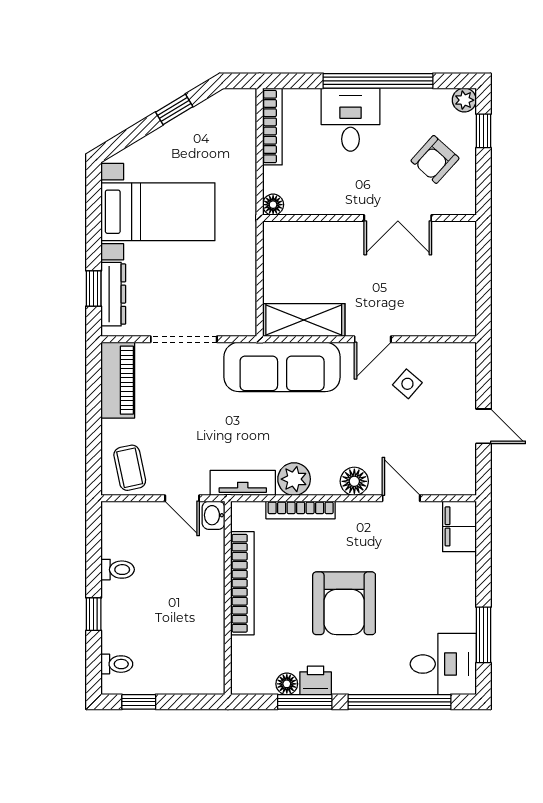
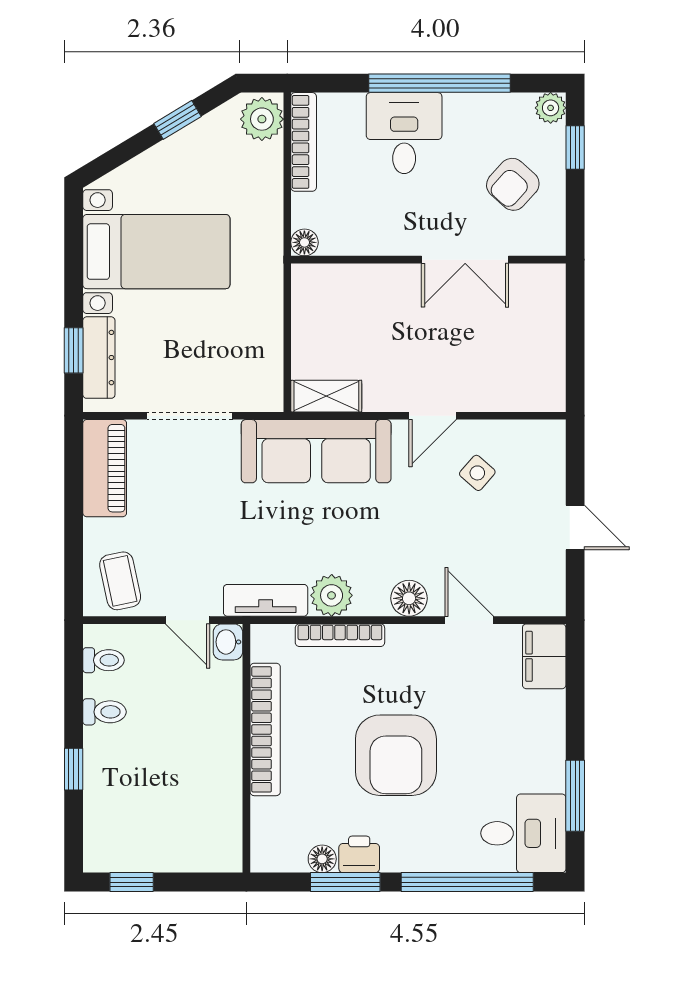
plant: (240, 109) -> (262, 119), added
shelving: (304, 320) -> (326, 396), width x0.67, depth x0.75
toilet: (117, 664) -> (103, 660), moved

